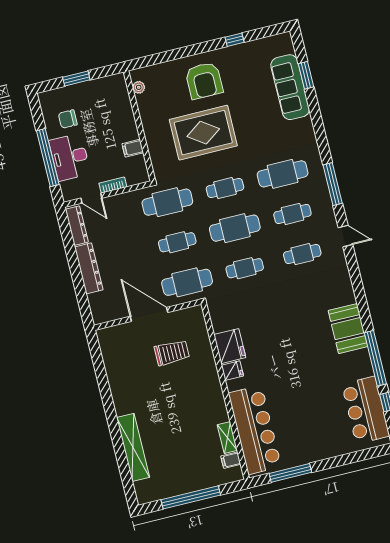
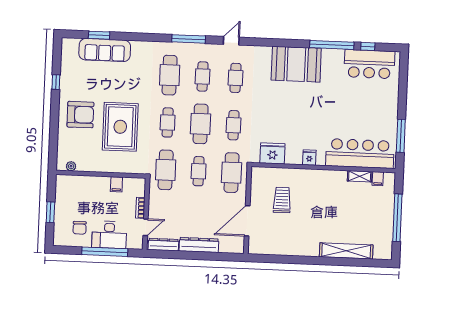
door: (149, 314) -> (247, 221), moved
booth: (348, 329) -> (296, 64), width x1.36, depth x1.42
fridge: (230, 346) -> (272, 153), moved

